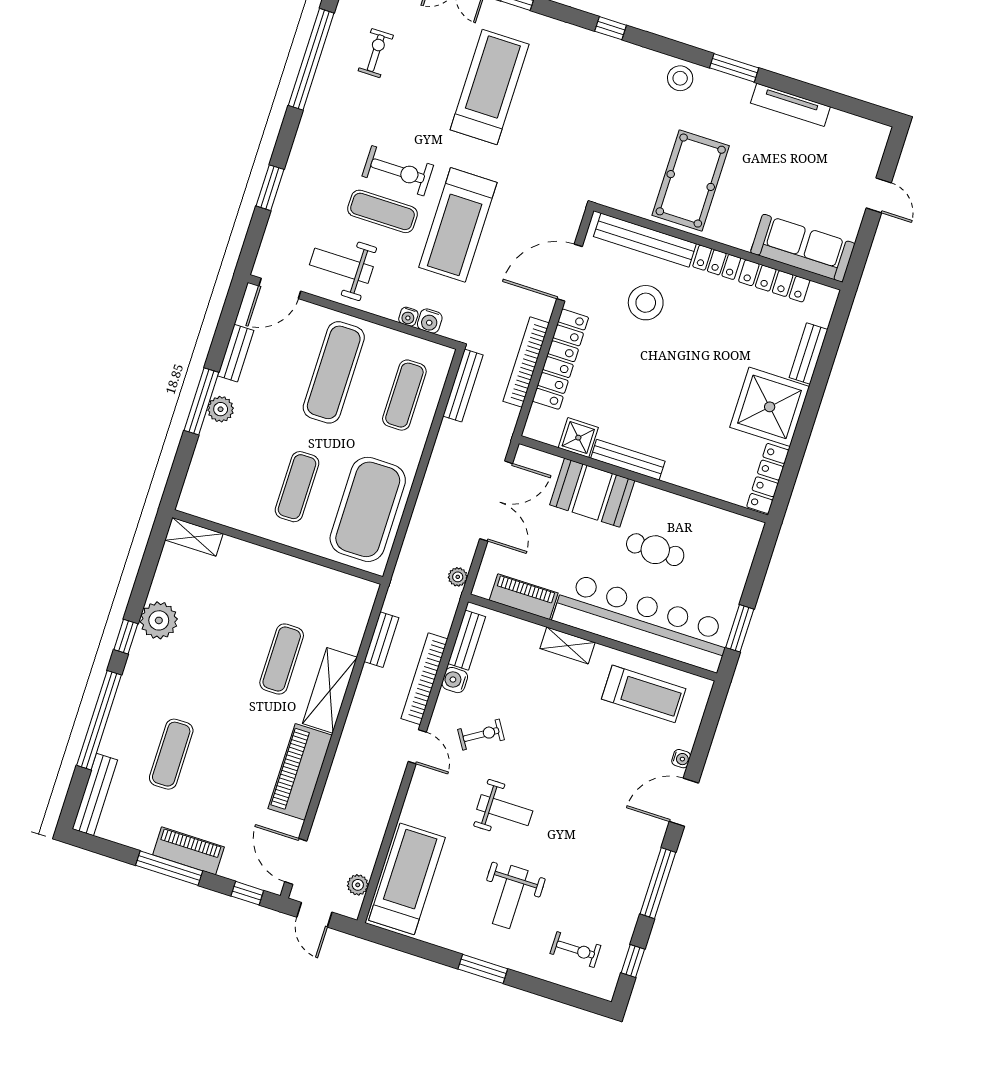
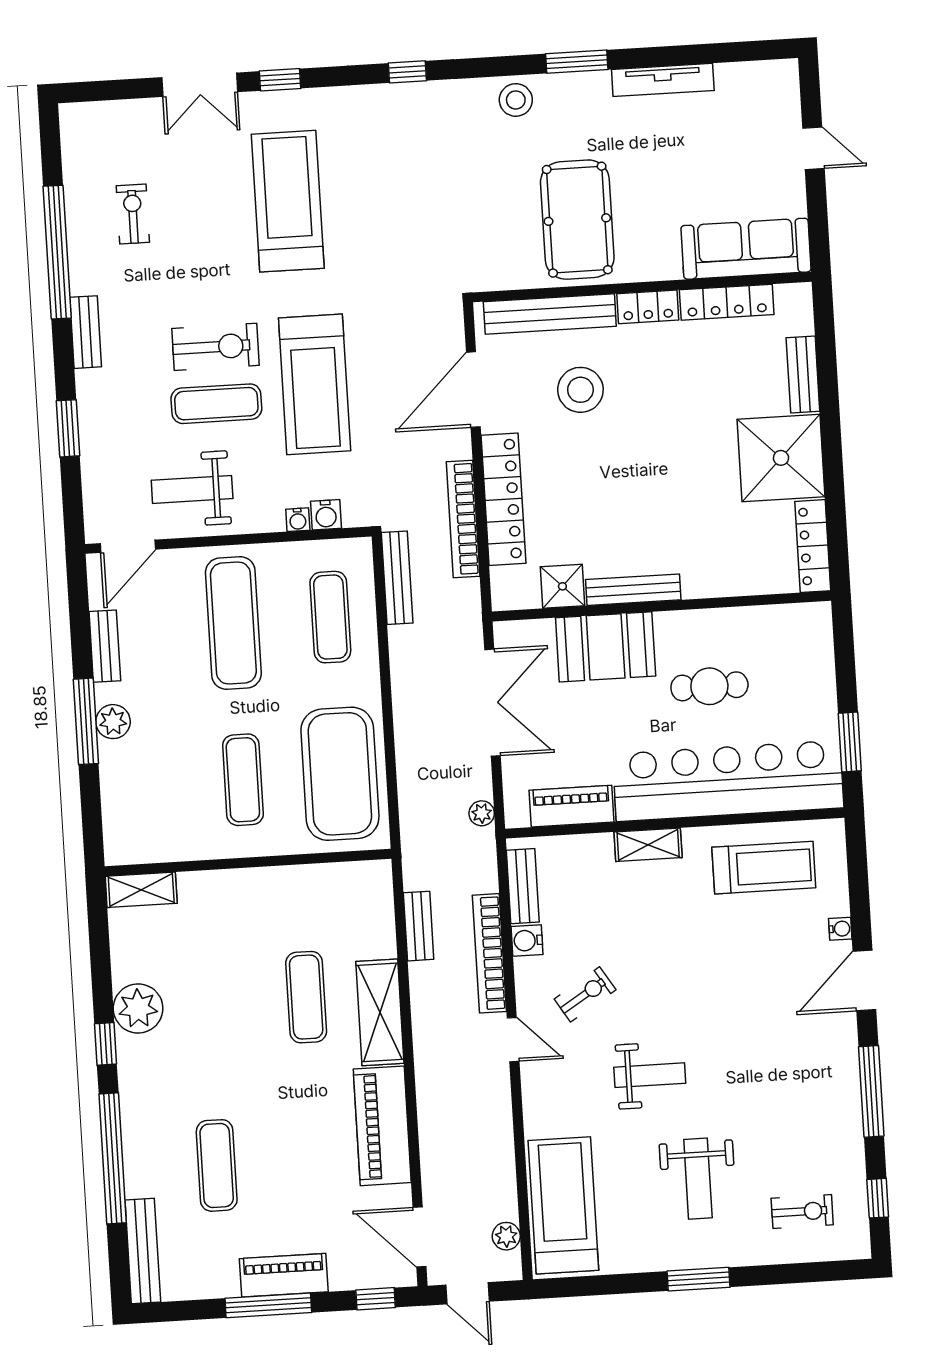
bench: (309, 124) -> (86, 332), added

